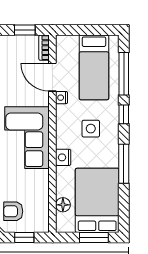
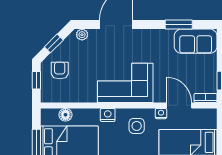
door: (52, 77) -> (179, 105), hinge flipped
side table: (91, 129) -> (137, 126), moved

